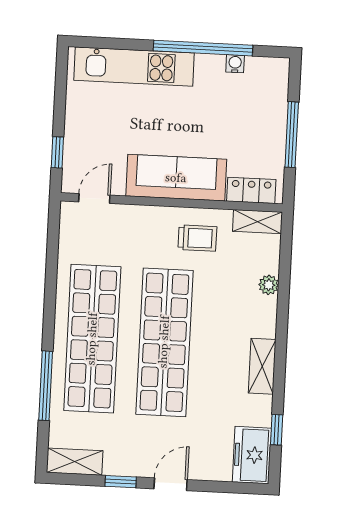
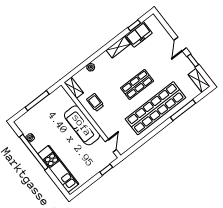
locker: (251, 190) -> (66, 98), removed
door: (94, 199) -> (111, 146), swing flipped
shop shelf: (164, 342) -> (137, 84), width x0.50, depth x0.74
freezer: (252, 455) -> (139, 34), moved
door: (171, 484) -> (180, 44), hinge flipped

